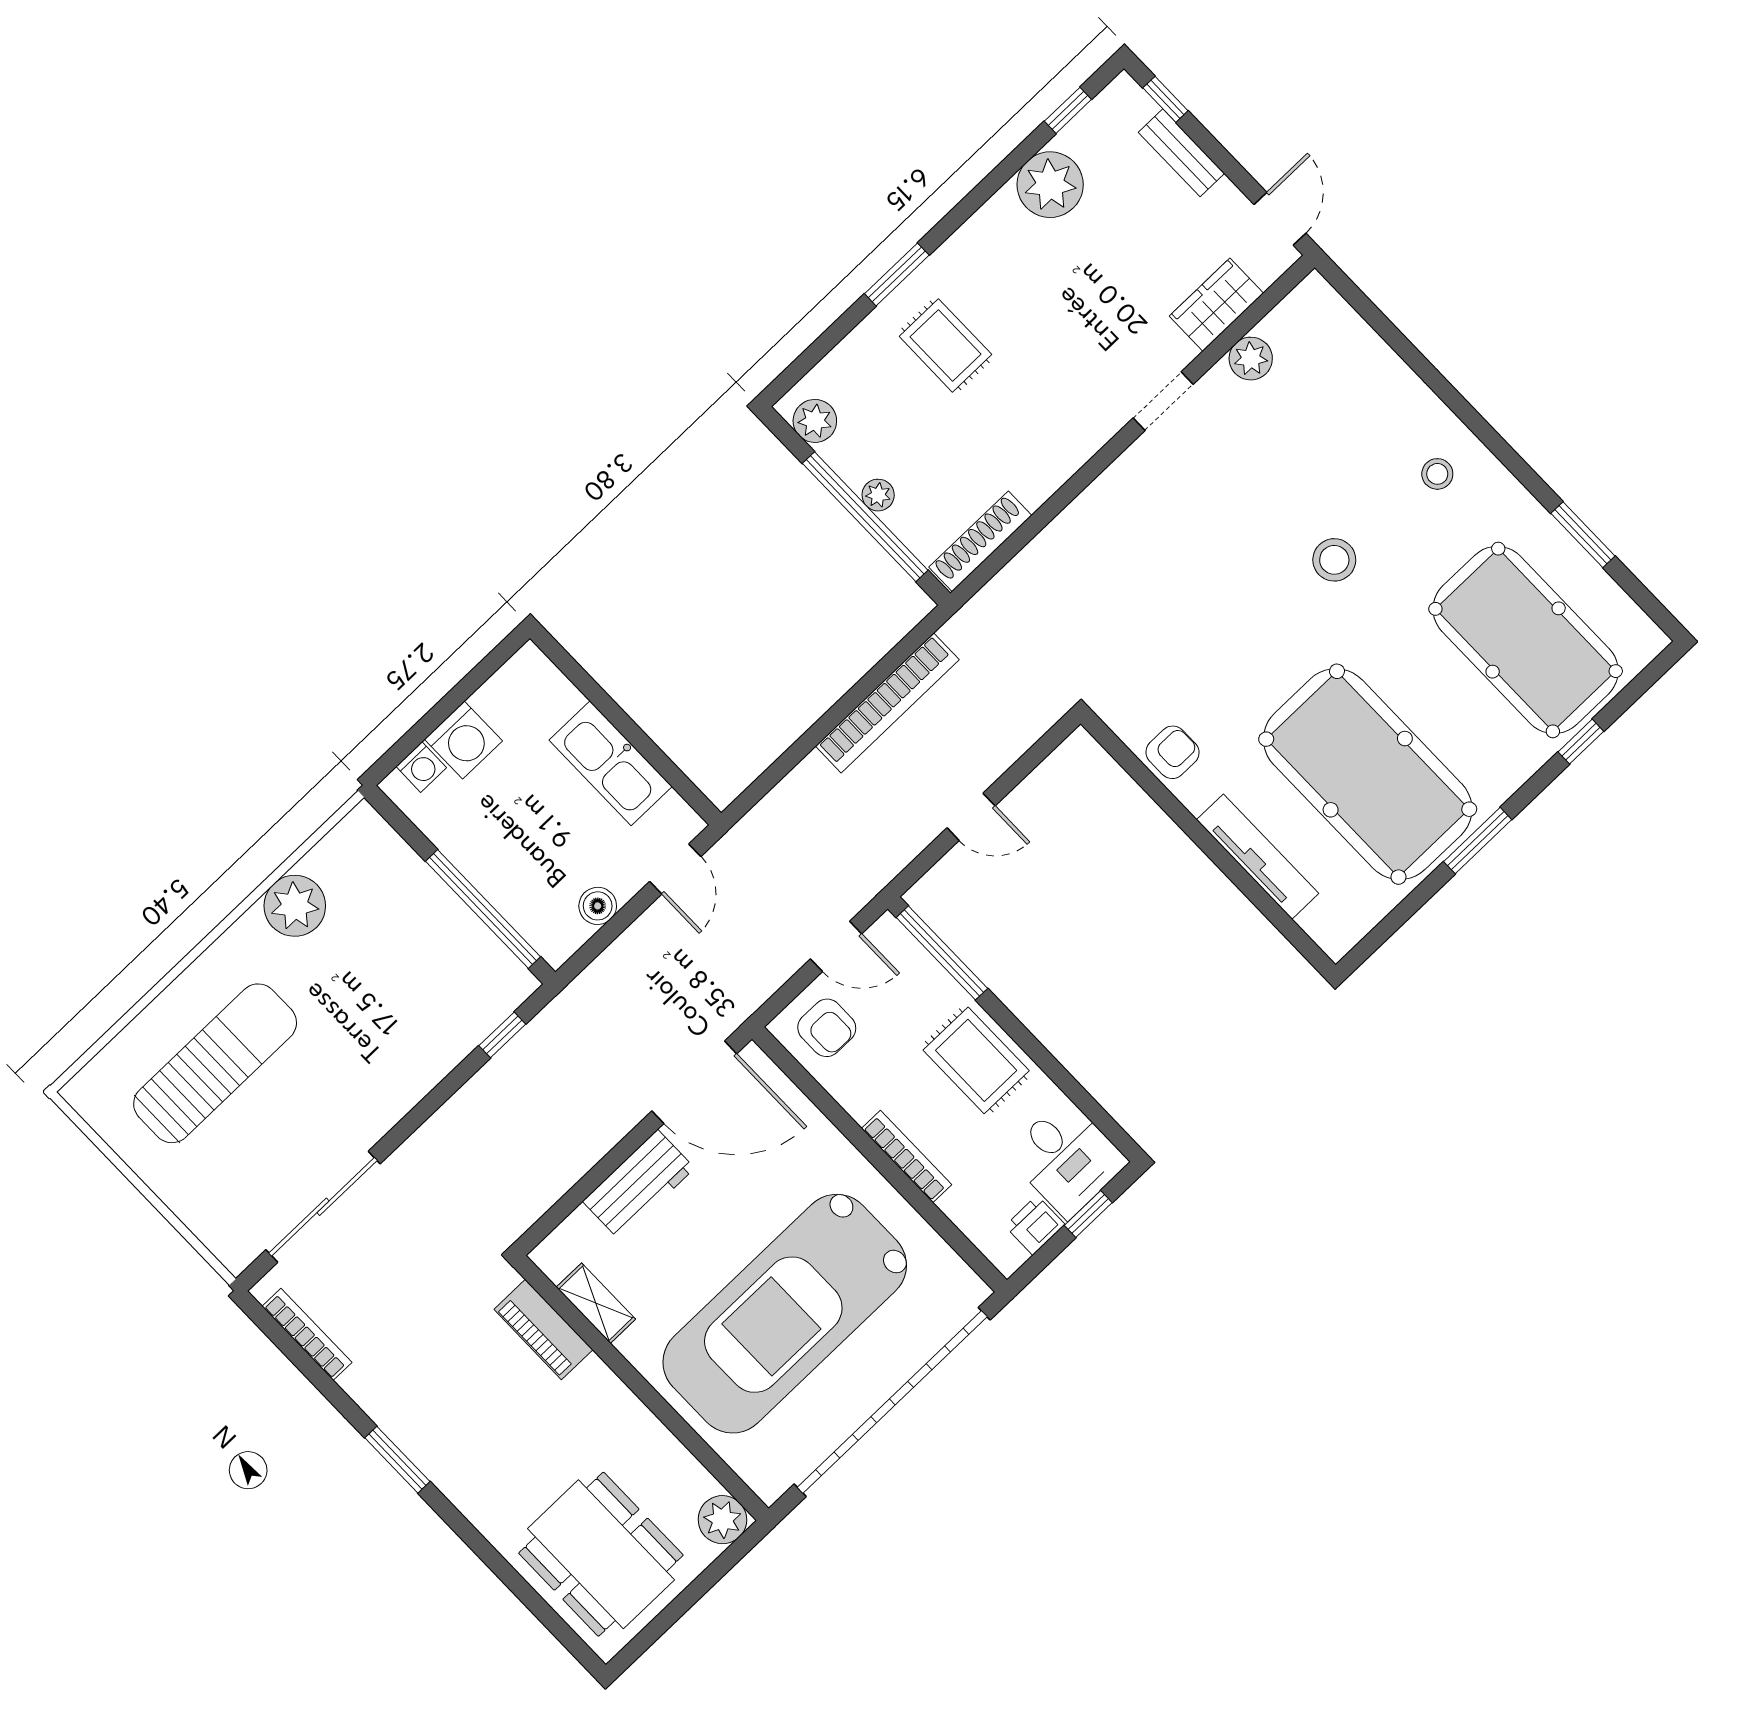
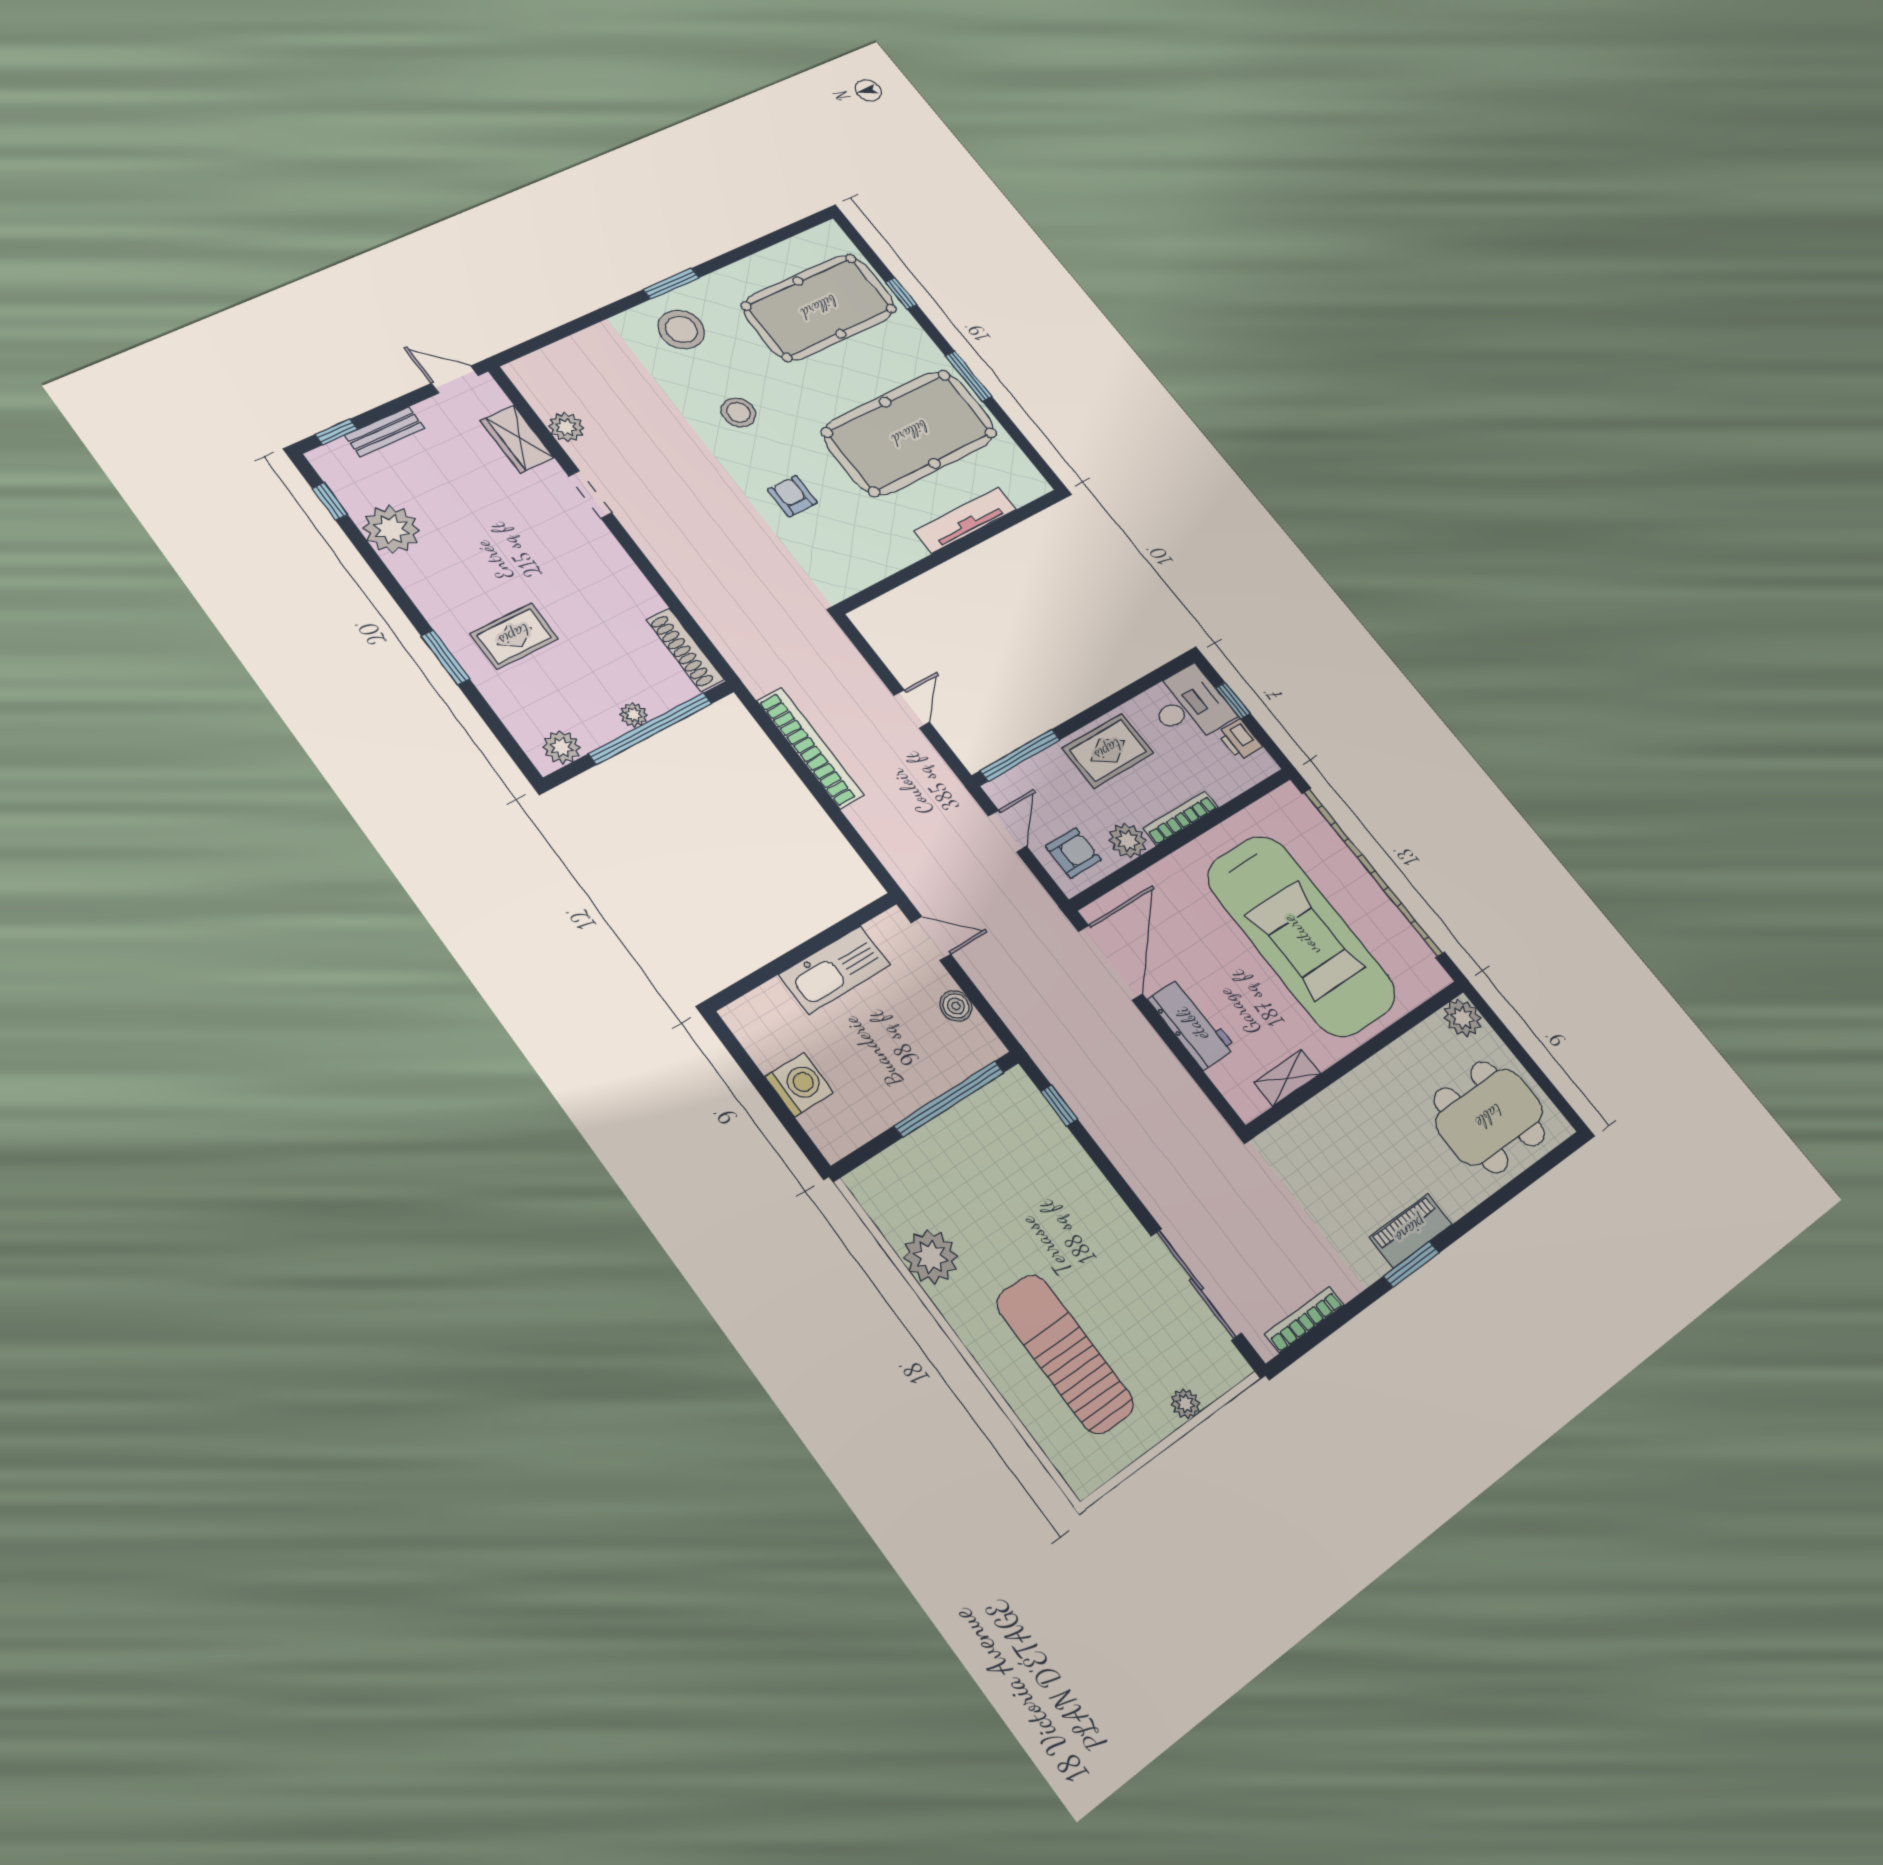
stool: (1437, 474) -> (681, 329), width x1.89, depth x1.89
window: (1583, 535) -> (671, 284), moved
armchair: (1172, 752) -> (792, 496), moved
washing machine: (421, 767) -> (819, 1124), removed
plant: (860, 1093) -> (1128, 841), added
plant: (185, 1202) -> (1185, 1404), added
piano: (543, 1330) -> (1411, 1231), moved, turned 180

